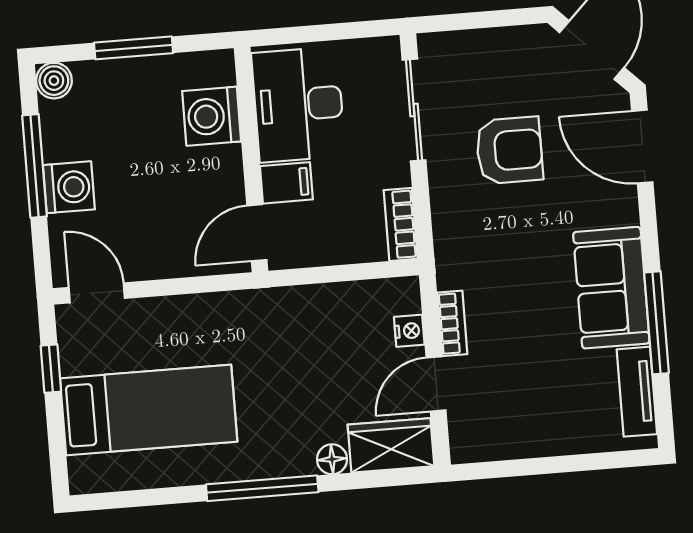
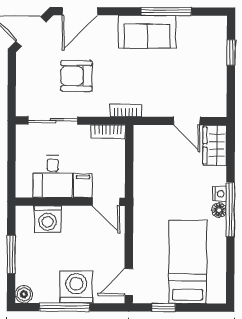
desk: (298, 104) -> (53, 177), width x0.73
armchair: (509, 150) -> (76, 76), turned -90
washing machine: (69, 187) -> (76, 287), width x1.37, depth x1.37
bookcase: (452, 323) -> (126, 111), moved
nightstand: (409, 331) -> (220, 194), moved, turned 90
tv unit: (637, 392) -> (199, 24), removed
floor lamp: (332, 459) -> (219, 210), moved
window: (584, 462) -> (231, 52), added

